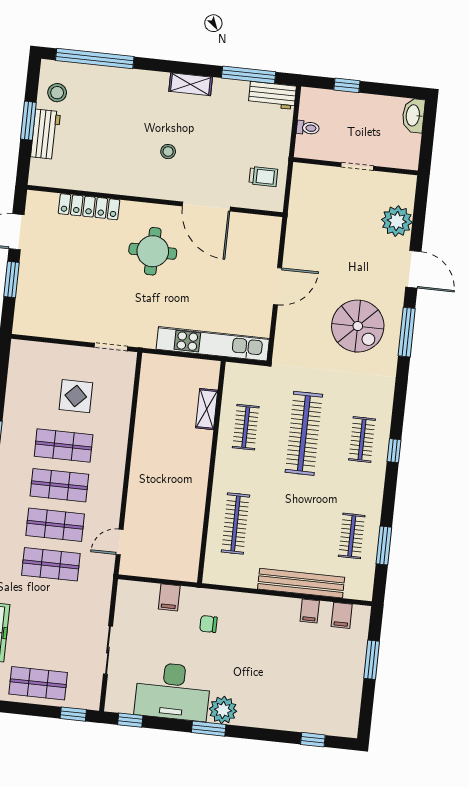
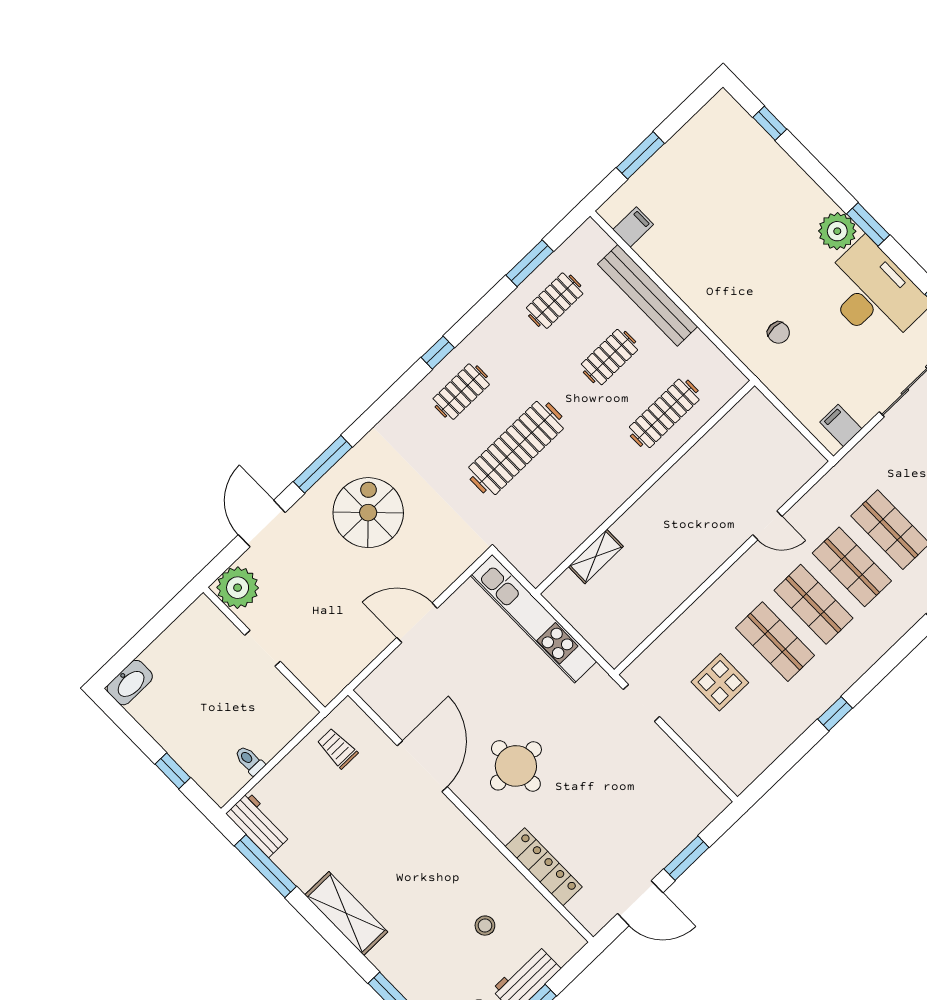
shelving: (191, 84) -> (346, 913), width x1.50, depth x1.33
stool: (168, 152) -> (485, 926), moved
wall: (356, 166) -> (264, 650), moved
doorway: (357, 166) -> (263, 648), moved
clothes rail: (246, 427) -> (609, 357), moved
door: (120, 542) -> (767, 525), moved
filing cabinet: (169, 597) -> (841, 425), moved, turned -90
filing cabinet: (310, 611) -> (663, 259), removed

